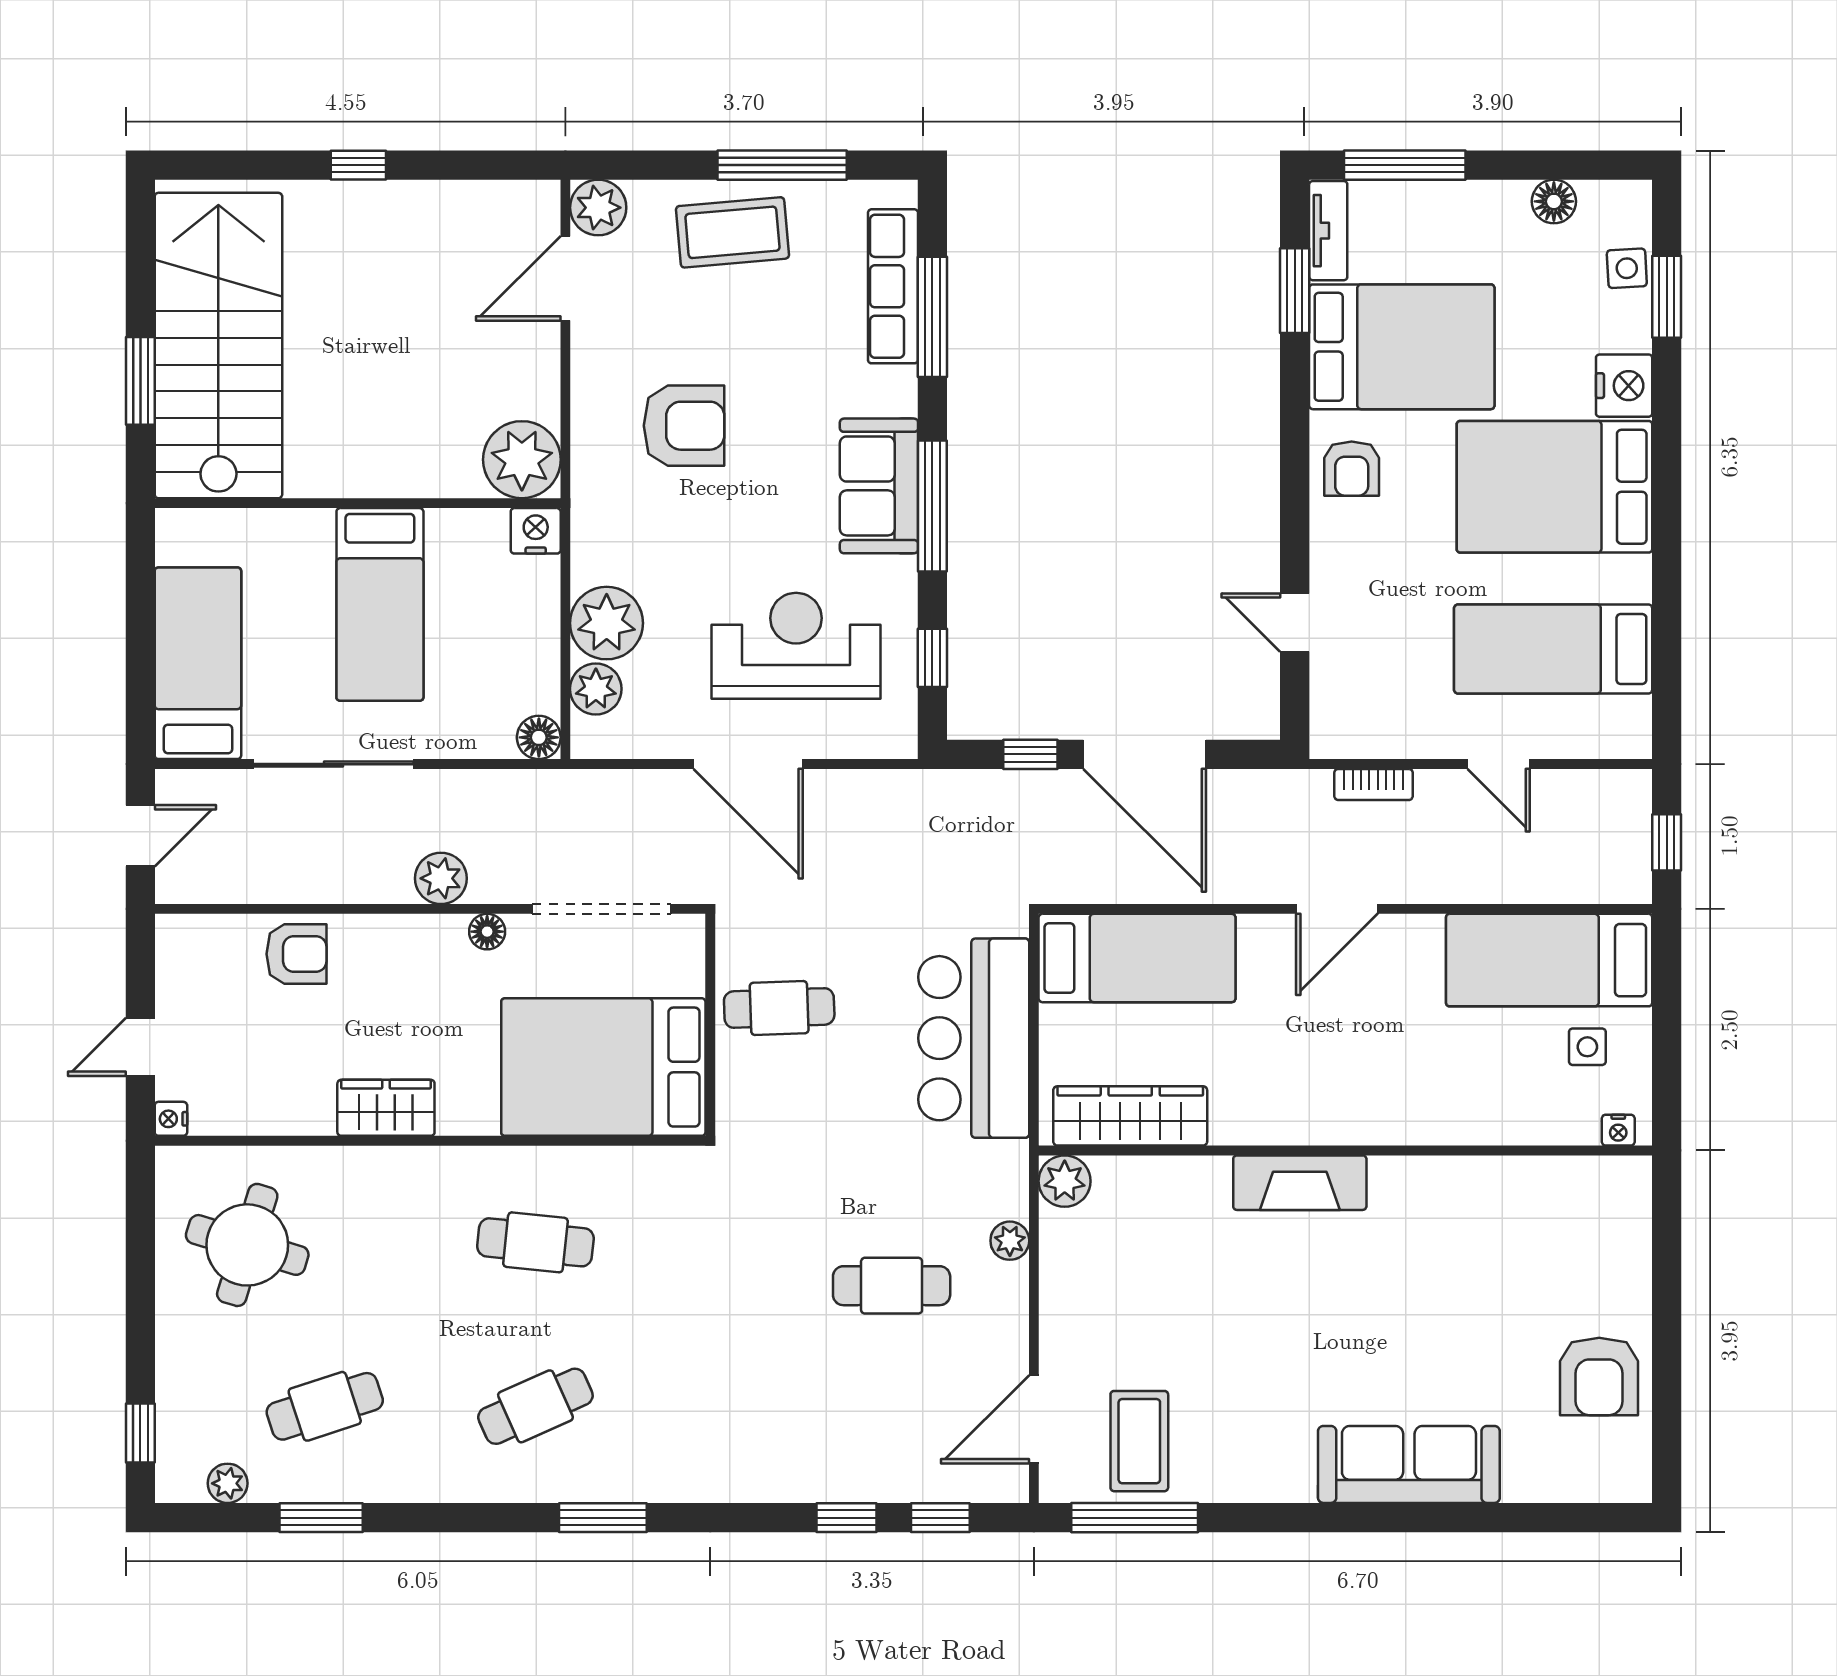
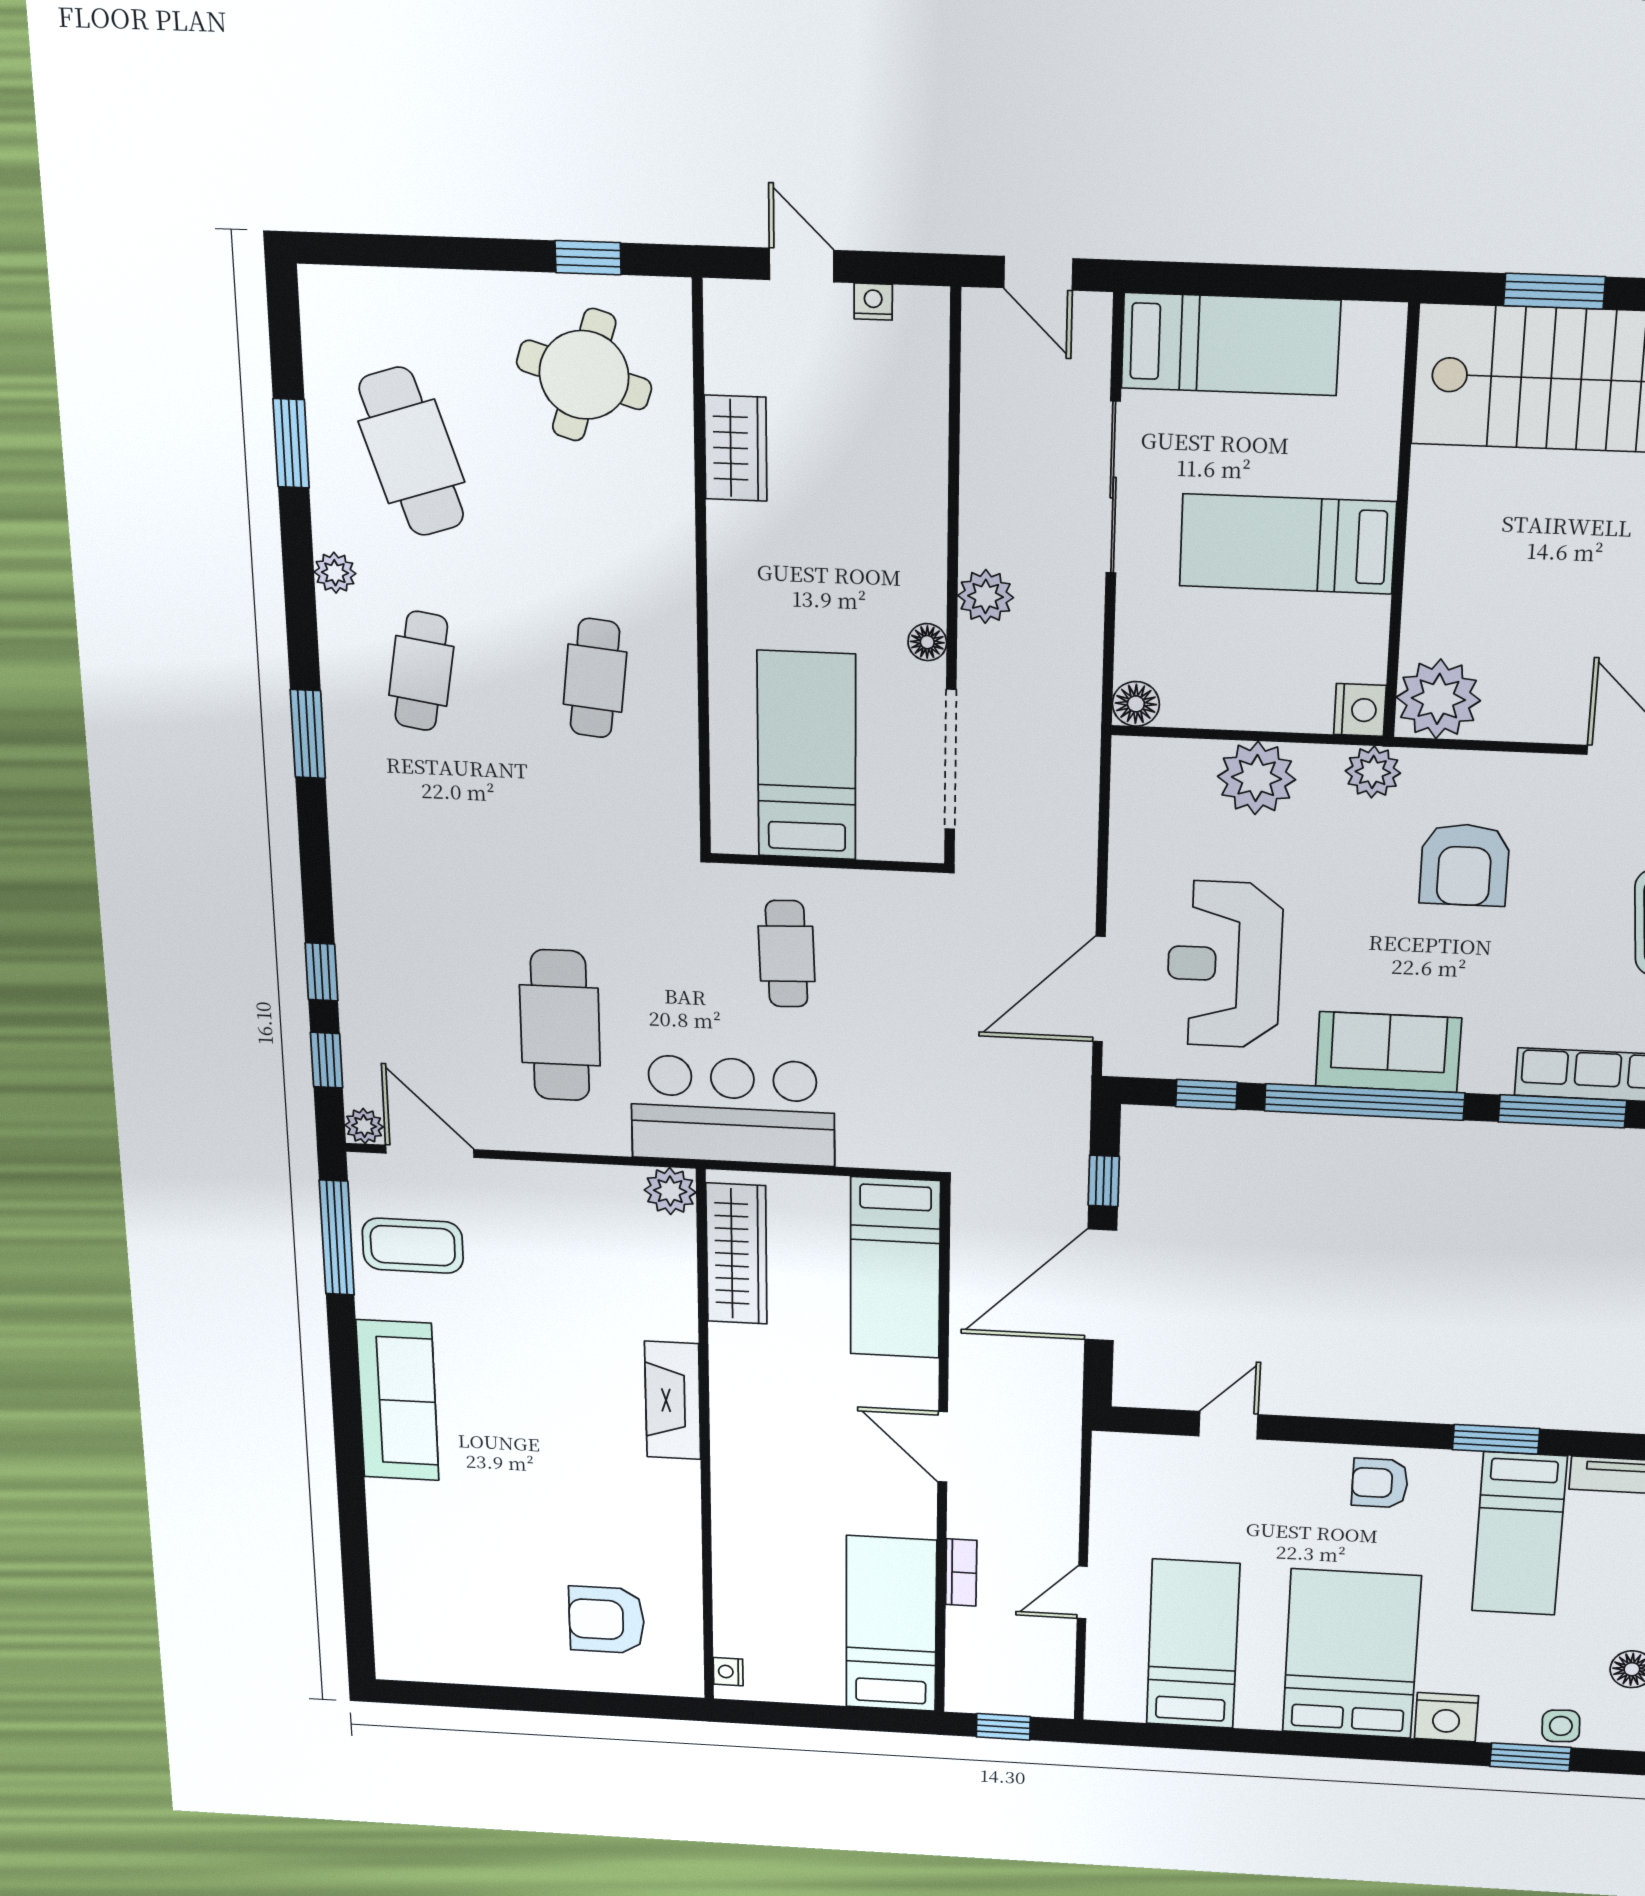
window: (1295, 291) -> (1496, 1439), moved
bed: (1402, 347) -> (1519, 1534), width x0.67
window: (932, 506) -> (1364, 1102), width x1.46
reception desk: (796, 646) -> (1224, 965), turned 180
plant: (596, 689) -> (1373, 772), moved
door: (748, 764) -> (1099, 989), moved
bookcase: (1374, 784) -> (961, 1572), moved, turned 180
armchair: (296, 954) -> (904, 440), removed
cafe table: (779, 1008) -> (787, 954), moved
bar counter: (974, 1038) -> (733, 1110), moved
side table: (1587, 1047) -> (808, 1651), removed
bed: (603, 1067) -> (807, 756), width x0.67
wardrobe: (386, 1108) -> (736, 448), moved
nightstand: (171, 1119) -> (873, 302), moved
plant: (1010, 1241) -> (364, 1126), moved
cafe table: (892, 1286) -> (560, 1025), width x1.37, depth x1.35
armchair: (1599, 1376) -> (607, 1620), moved
cafe table: (325, 1406) -> (411, 452), width x1.37, depth x1.35
cafe table: (535, 1406) -> (421, 671), turned 33
window: (140, 1433) -> (588, 258), moved
sofa: (1409, 1464) -> (398, 1400), moved
plant: (228, 1483) -> (335, 573), moved

